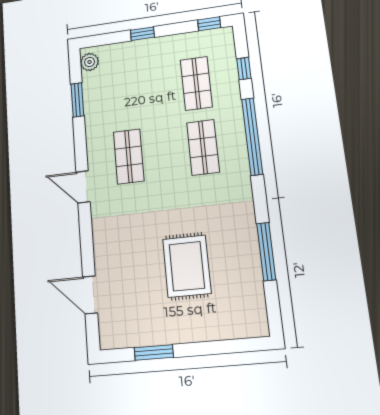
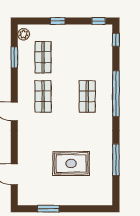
window: (244, 69) -> (116, 40), moved
shop shelf: (196, 83) -> (43, 57), moved
rug: (187, 266) -> (71, 163), turned 90

